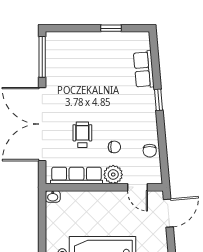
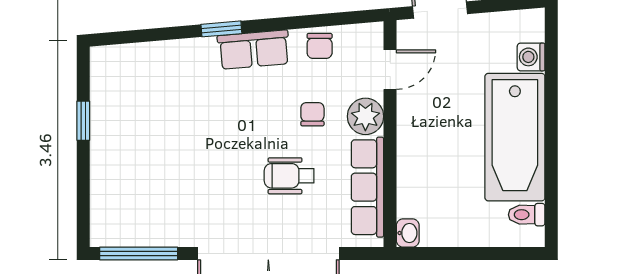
row of seats: (144, 69) -> (254, 50), moved
chair: (150, 151) -> (320, 46), turned 90

